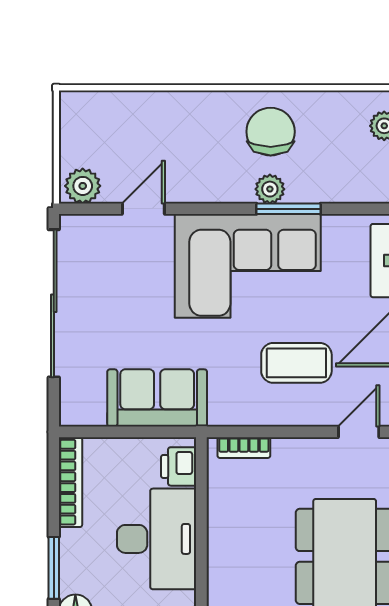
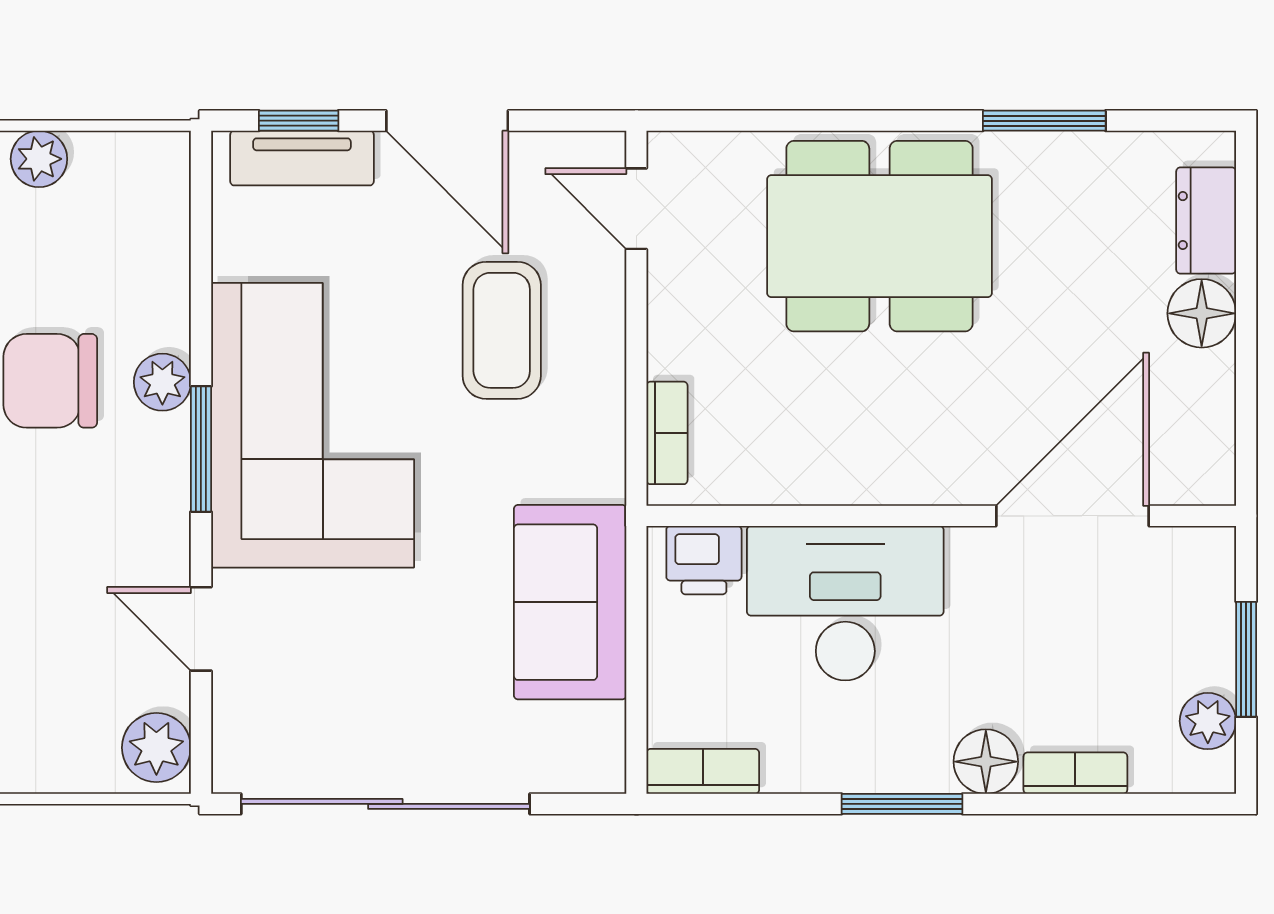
window: (288, 209) -> (201, 449), moved
bookcase: (70, 482) -> (703, 771), width x0.64

